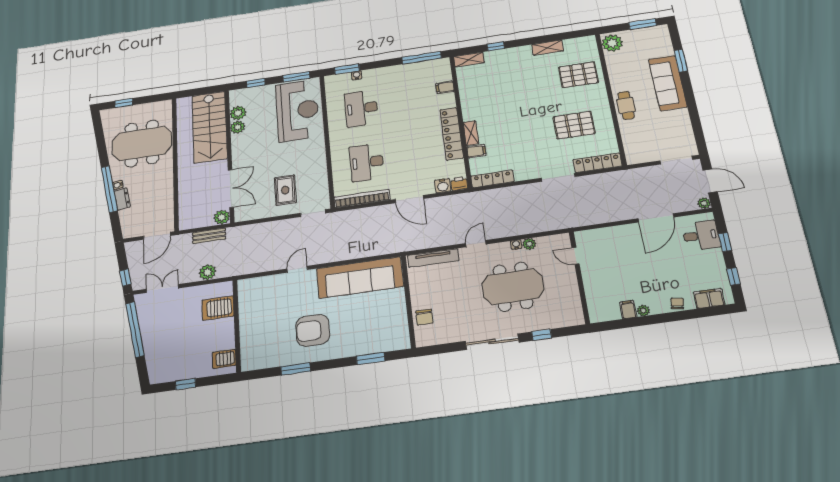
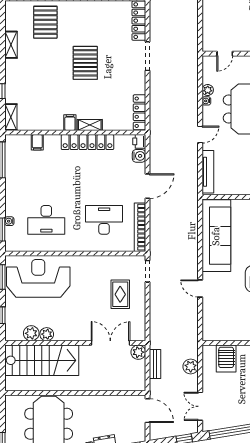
pallet: (574, 125) -> (85, 63), moved
filing cabinet: (476, 151) -> (70, 123), moved
desk: (367, 162) -> (104, 220), turned 180
rug: (285, 190) -> (120, 294), turned 90
door: (476, 244) -> (200, 135), swing flipped

